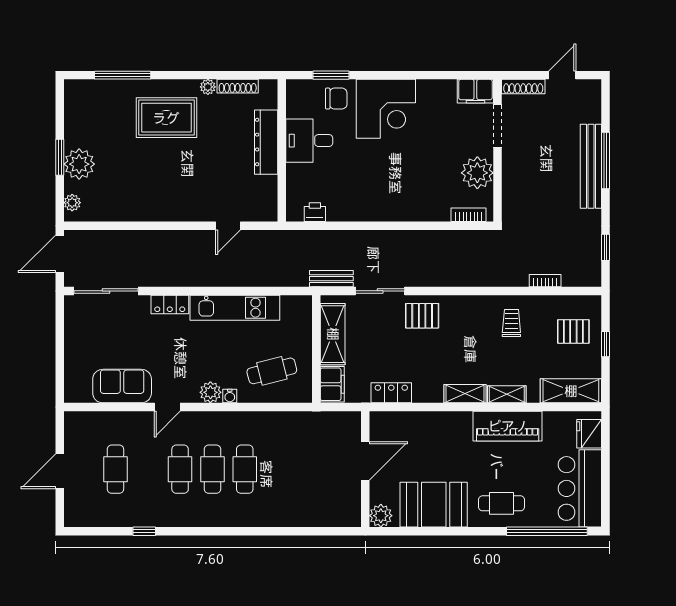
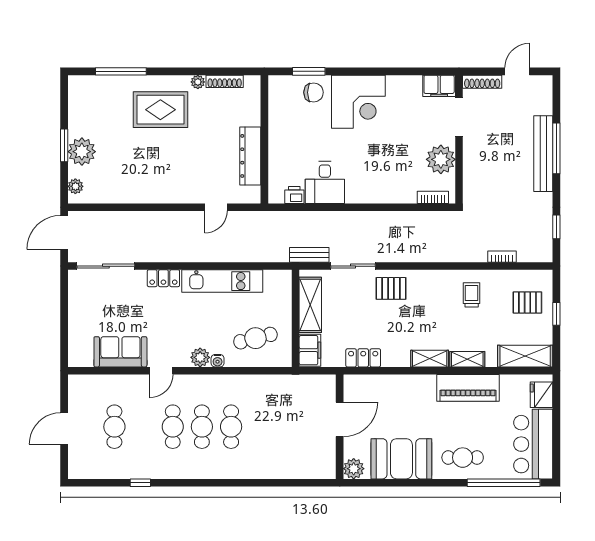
desk: (309, 141) -> (325, 182), moved, turned -90
dresser: (266, 142) -> (250, 156), moved

